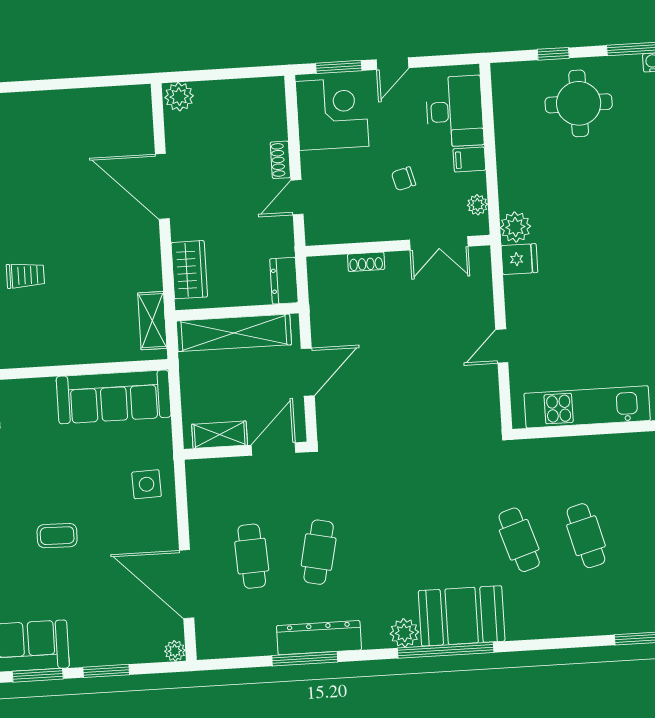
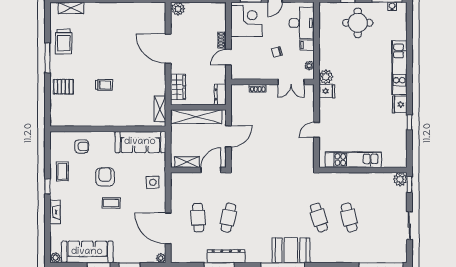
armchair: (40, 479) -> (105, 177), added
plant: (404, 633) -> (265, 256), removed

